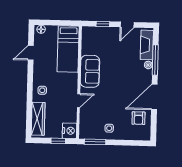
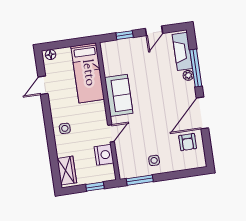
wardrobe: (38, 119) -> (67, 171), width x0.67
nightstand: (69, 131) -> (104, 155), moved

